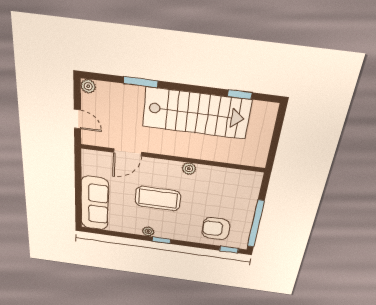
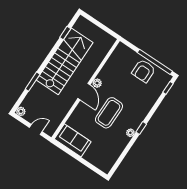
door: (128, 152) -> (84, 92), moved
sofa: (95, 204) -> (73, 140), moved, width x0.73
armchair: (216, 229) -> (144, 71), moved

